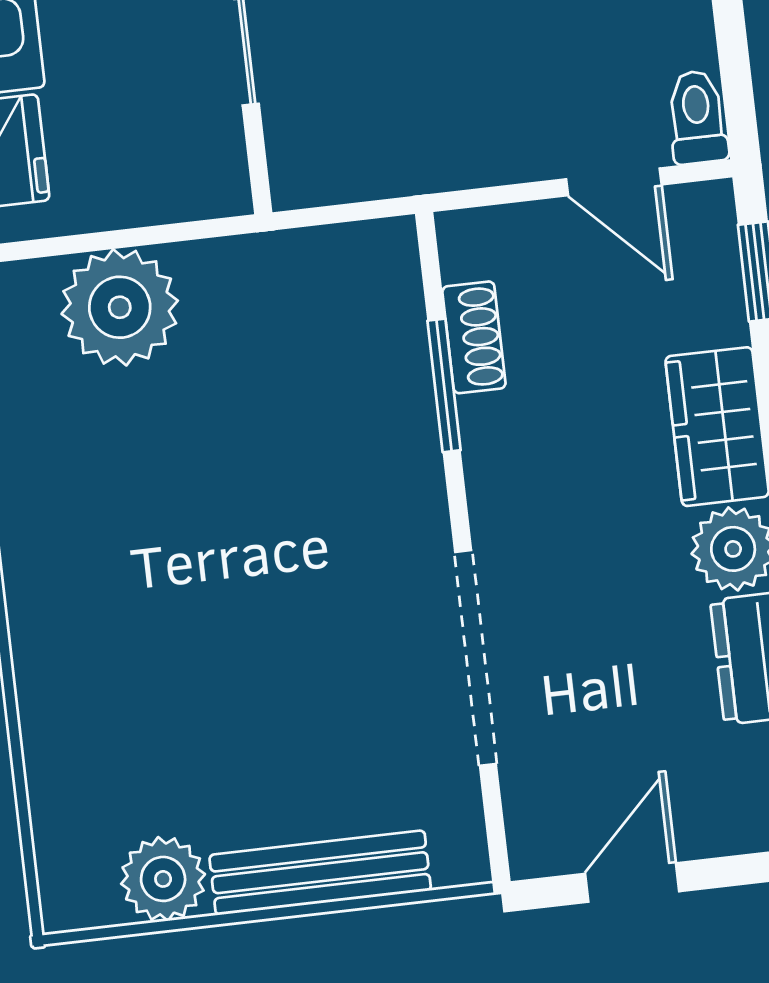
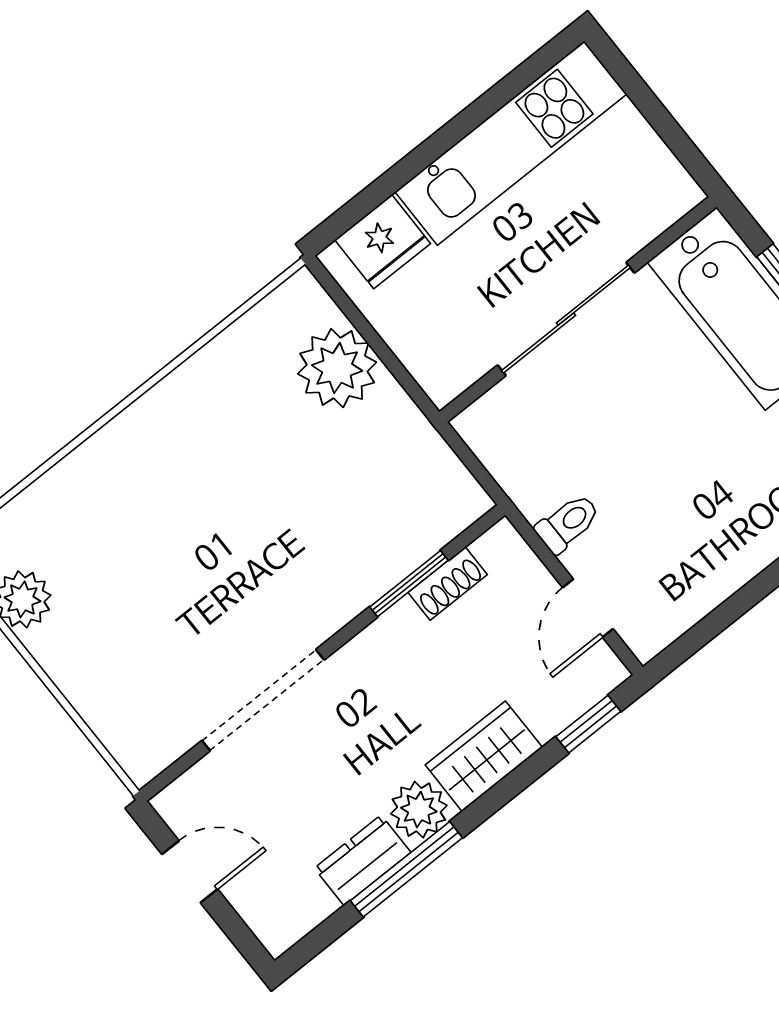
toilet: (697, 117) -> (568, 523), moved
bench: (320, 873) -> (83, 688), removed

